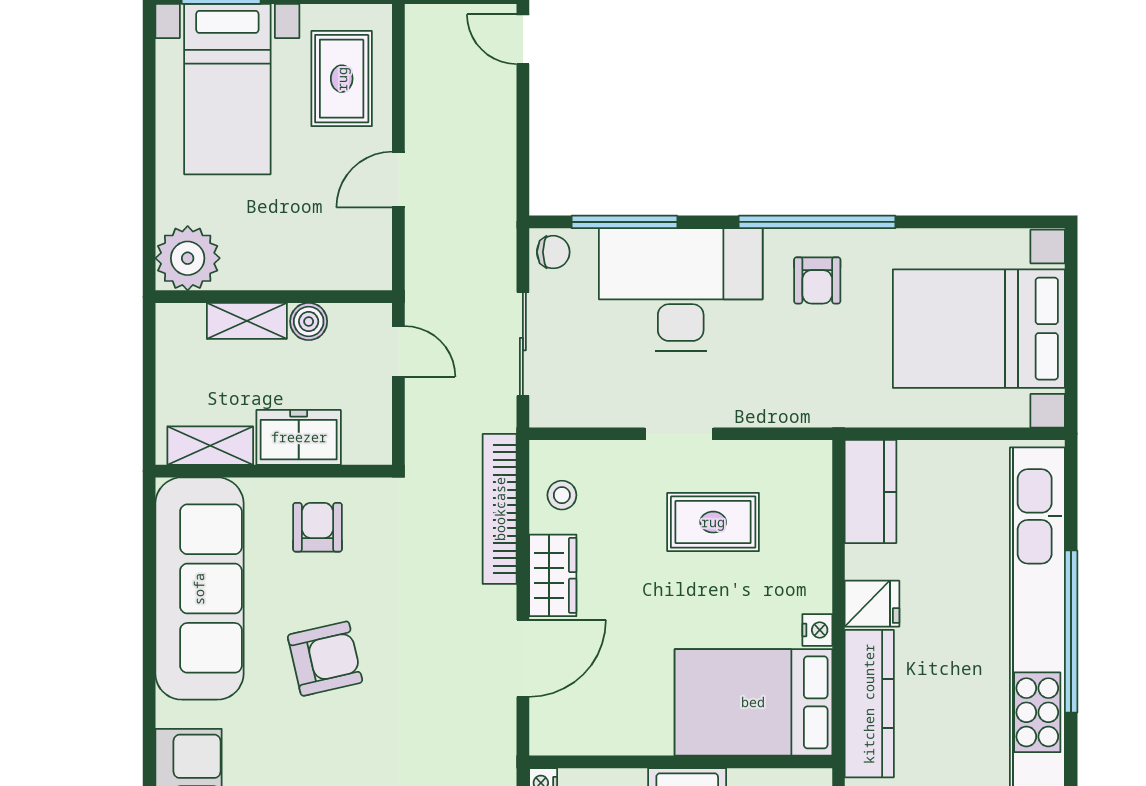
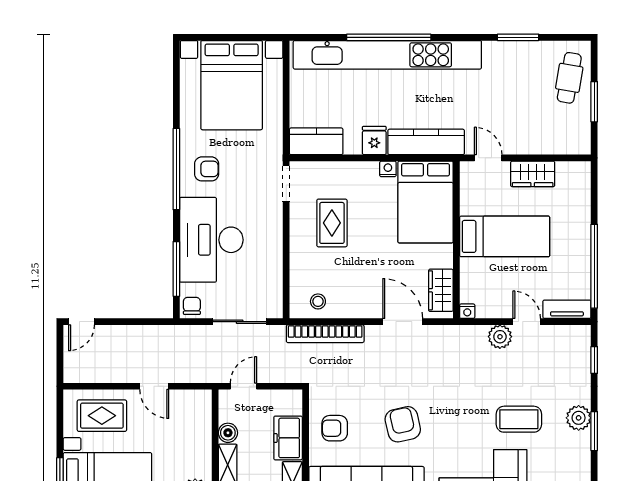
doorway: (679, 434) -> (286, 184), moved
wardrobe: (553, 575) -> (441, 290), moved, turned -90

